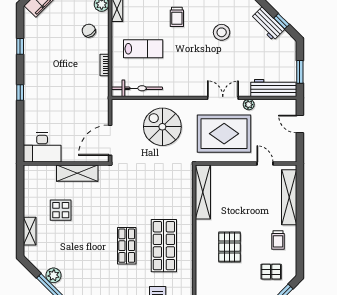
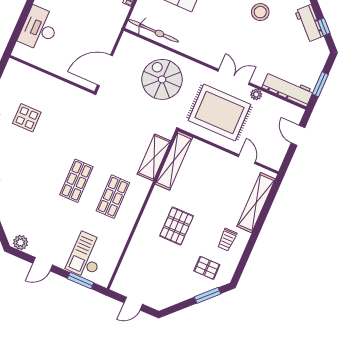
desk: (42, 148) -> (39, 29), moved, turned 90
shelving: (77, 173) -> (154, 157), moved, turned 90
shop shelf: (164, 246) -> (113, 197), width x0.70, depth x0.74

